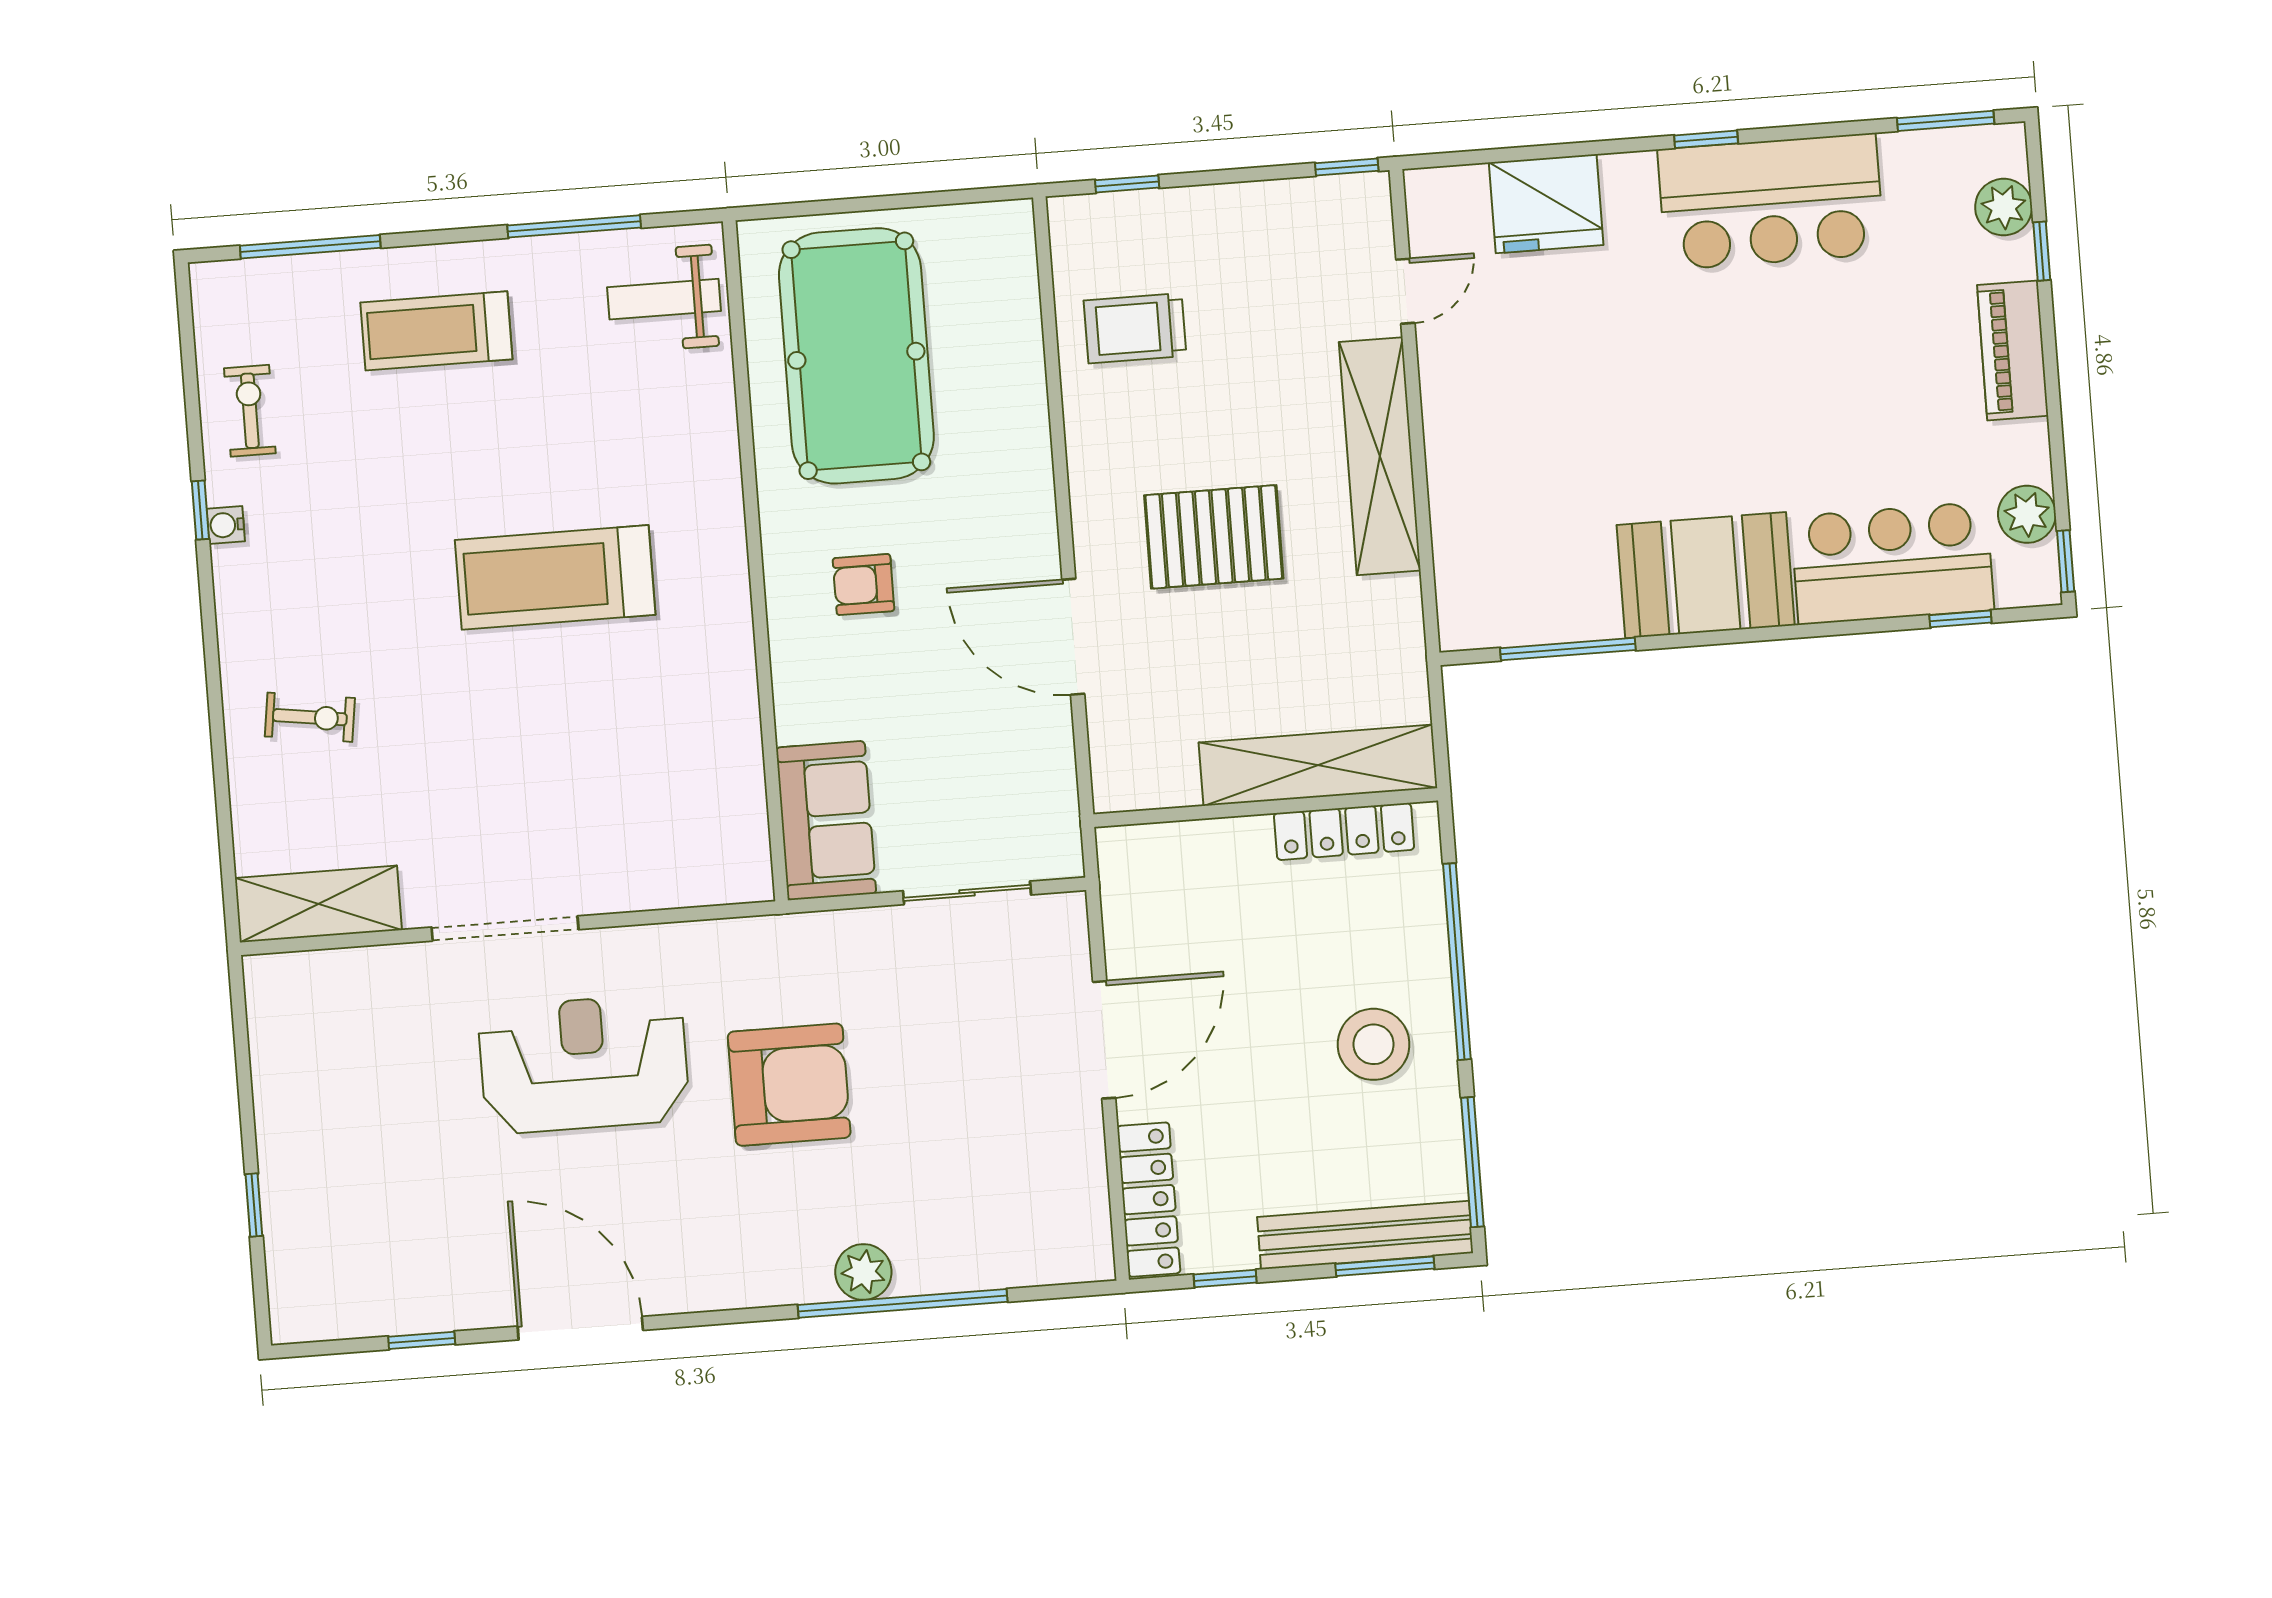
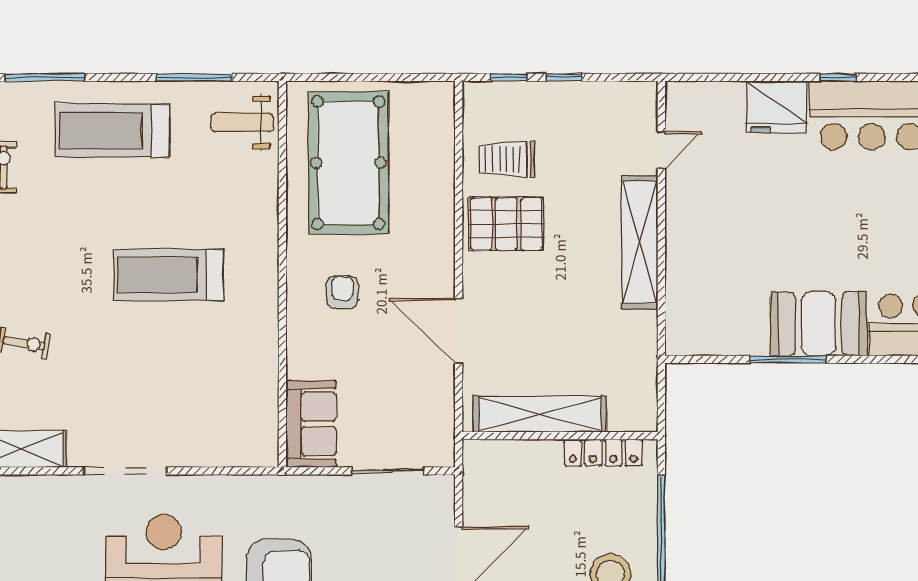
window: (1347, 167) -> (564, 77), moved
fridge: (1546, 204) -> (777, 107), moved
treadmill: (436, 331) -> (112, 130), width x1.37, depth x1.38
pallet: (1214, 537) -> (506, 224), moved
armchair: (863, 585) -> (342, 292), turned 90
window: (1568, 649) -> (788, 359), moved
shelving: (1318, 765) -> (540, 414), moved

